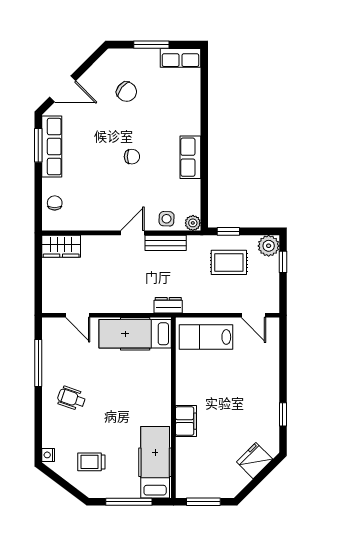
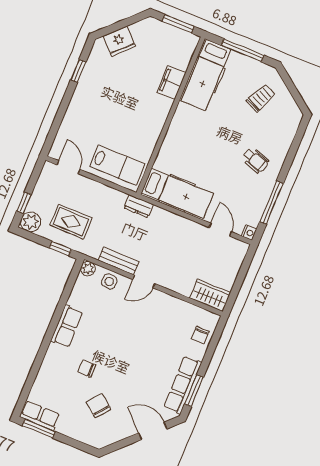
window: (151, 45) -> (39, 429), moved
chair: (132, 157) -> (87, 369), moved
filing cabinet: (186, 421) -> (171, 83), moved
nightstand: (48, 455) -> (249, 233), moved
trolley: (91, 462) -> (261, 98), turned -65

